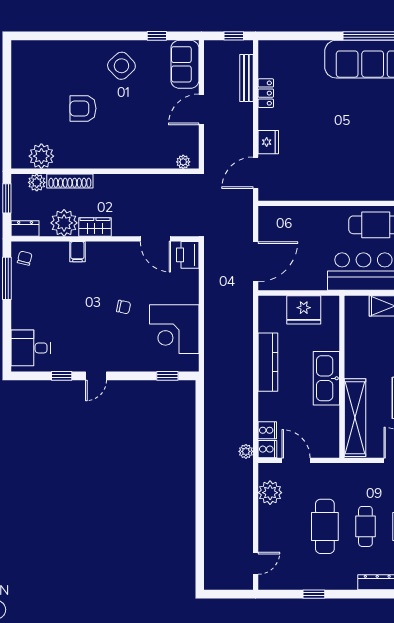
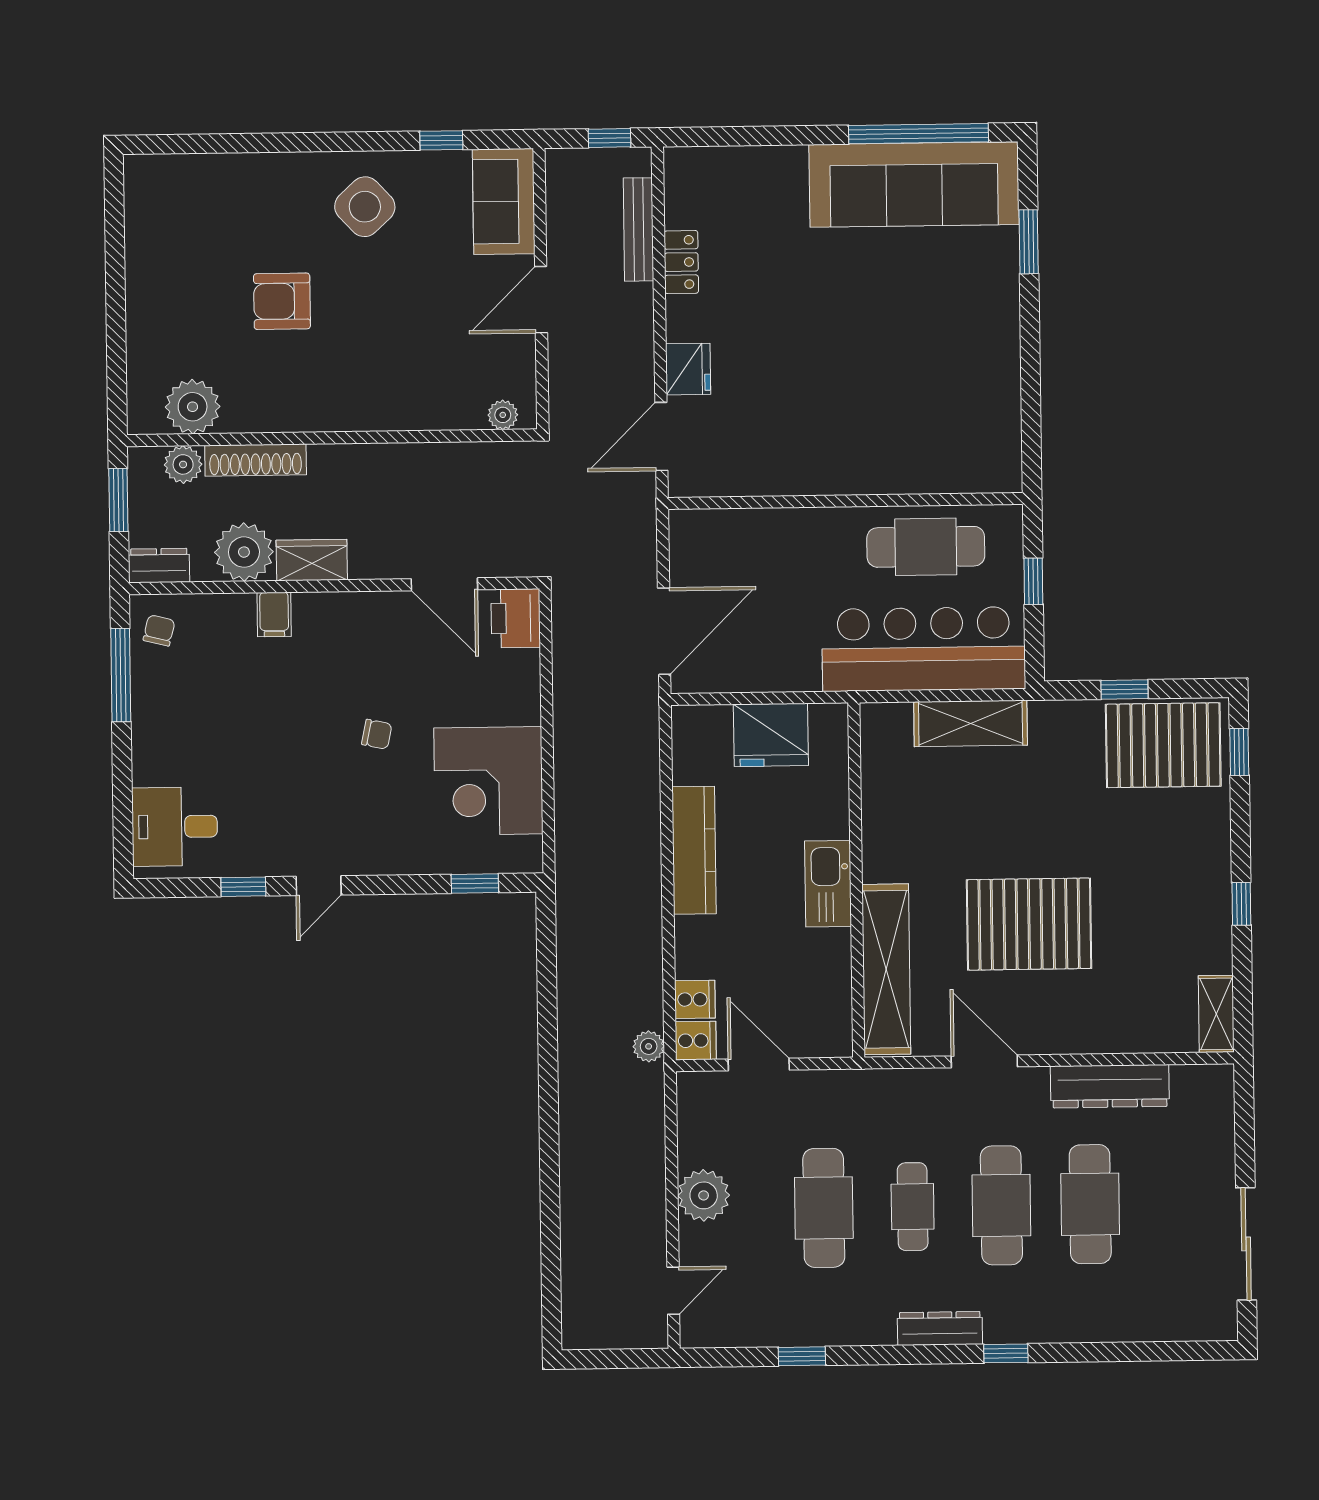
kitchen sink: (326, 378) -> (828, 884), width x0.73, depth x0.81
plant: (270, 493) -> (704, 1195), moved

